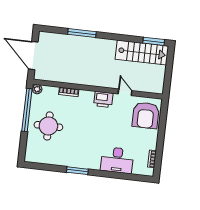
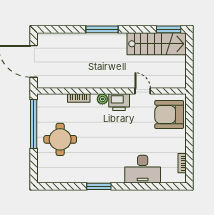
window: (82, 33) -> (102, 29), moved
plant: (37, 89) -> (102, 99), moved
armchair: (146, 115) -> (169, 115), turned 90

